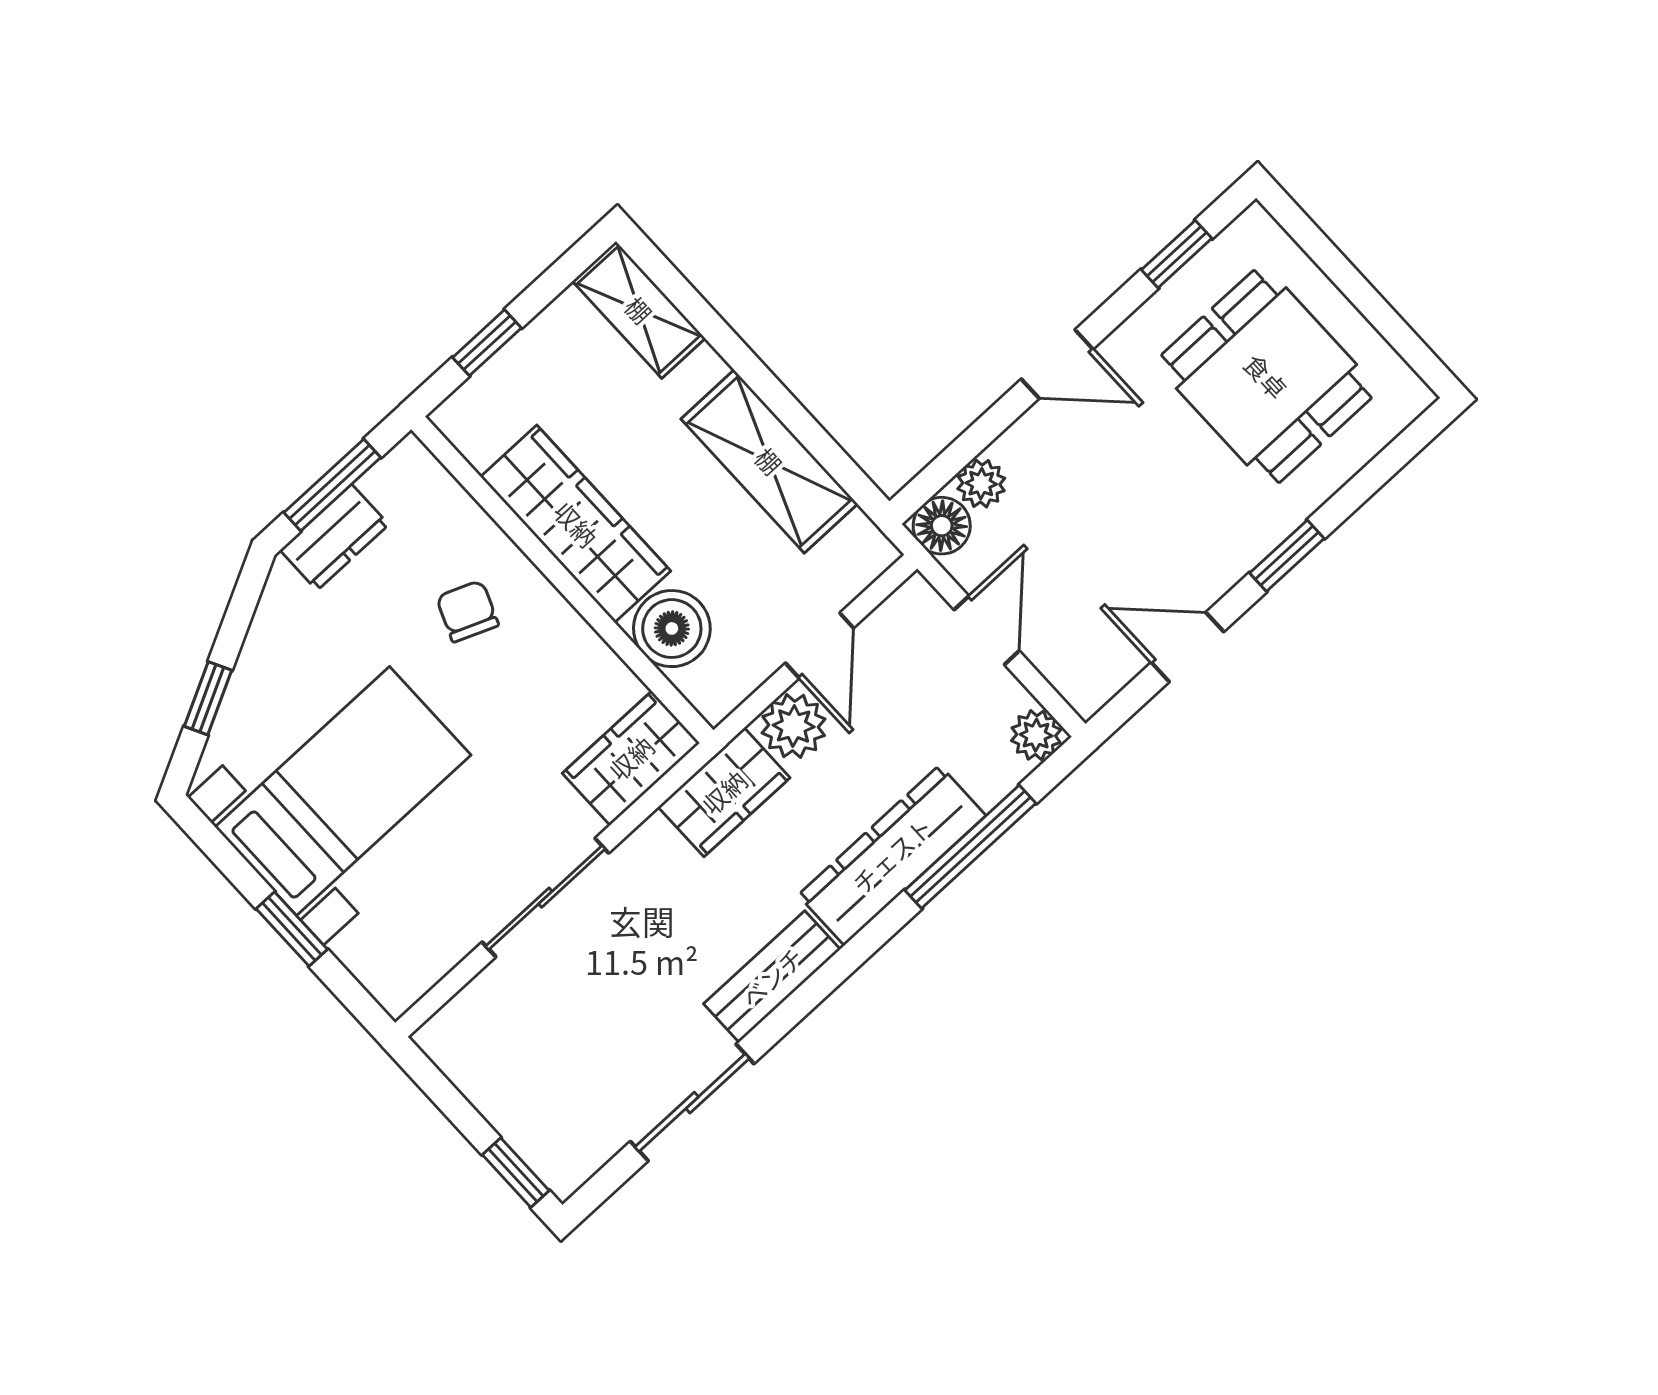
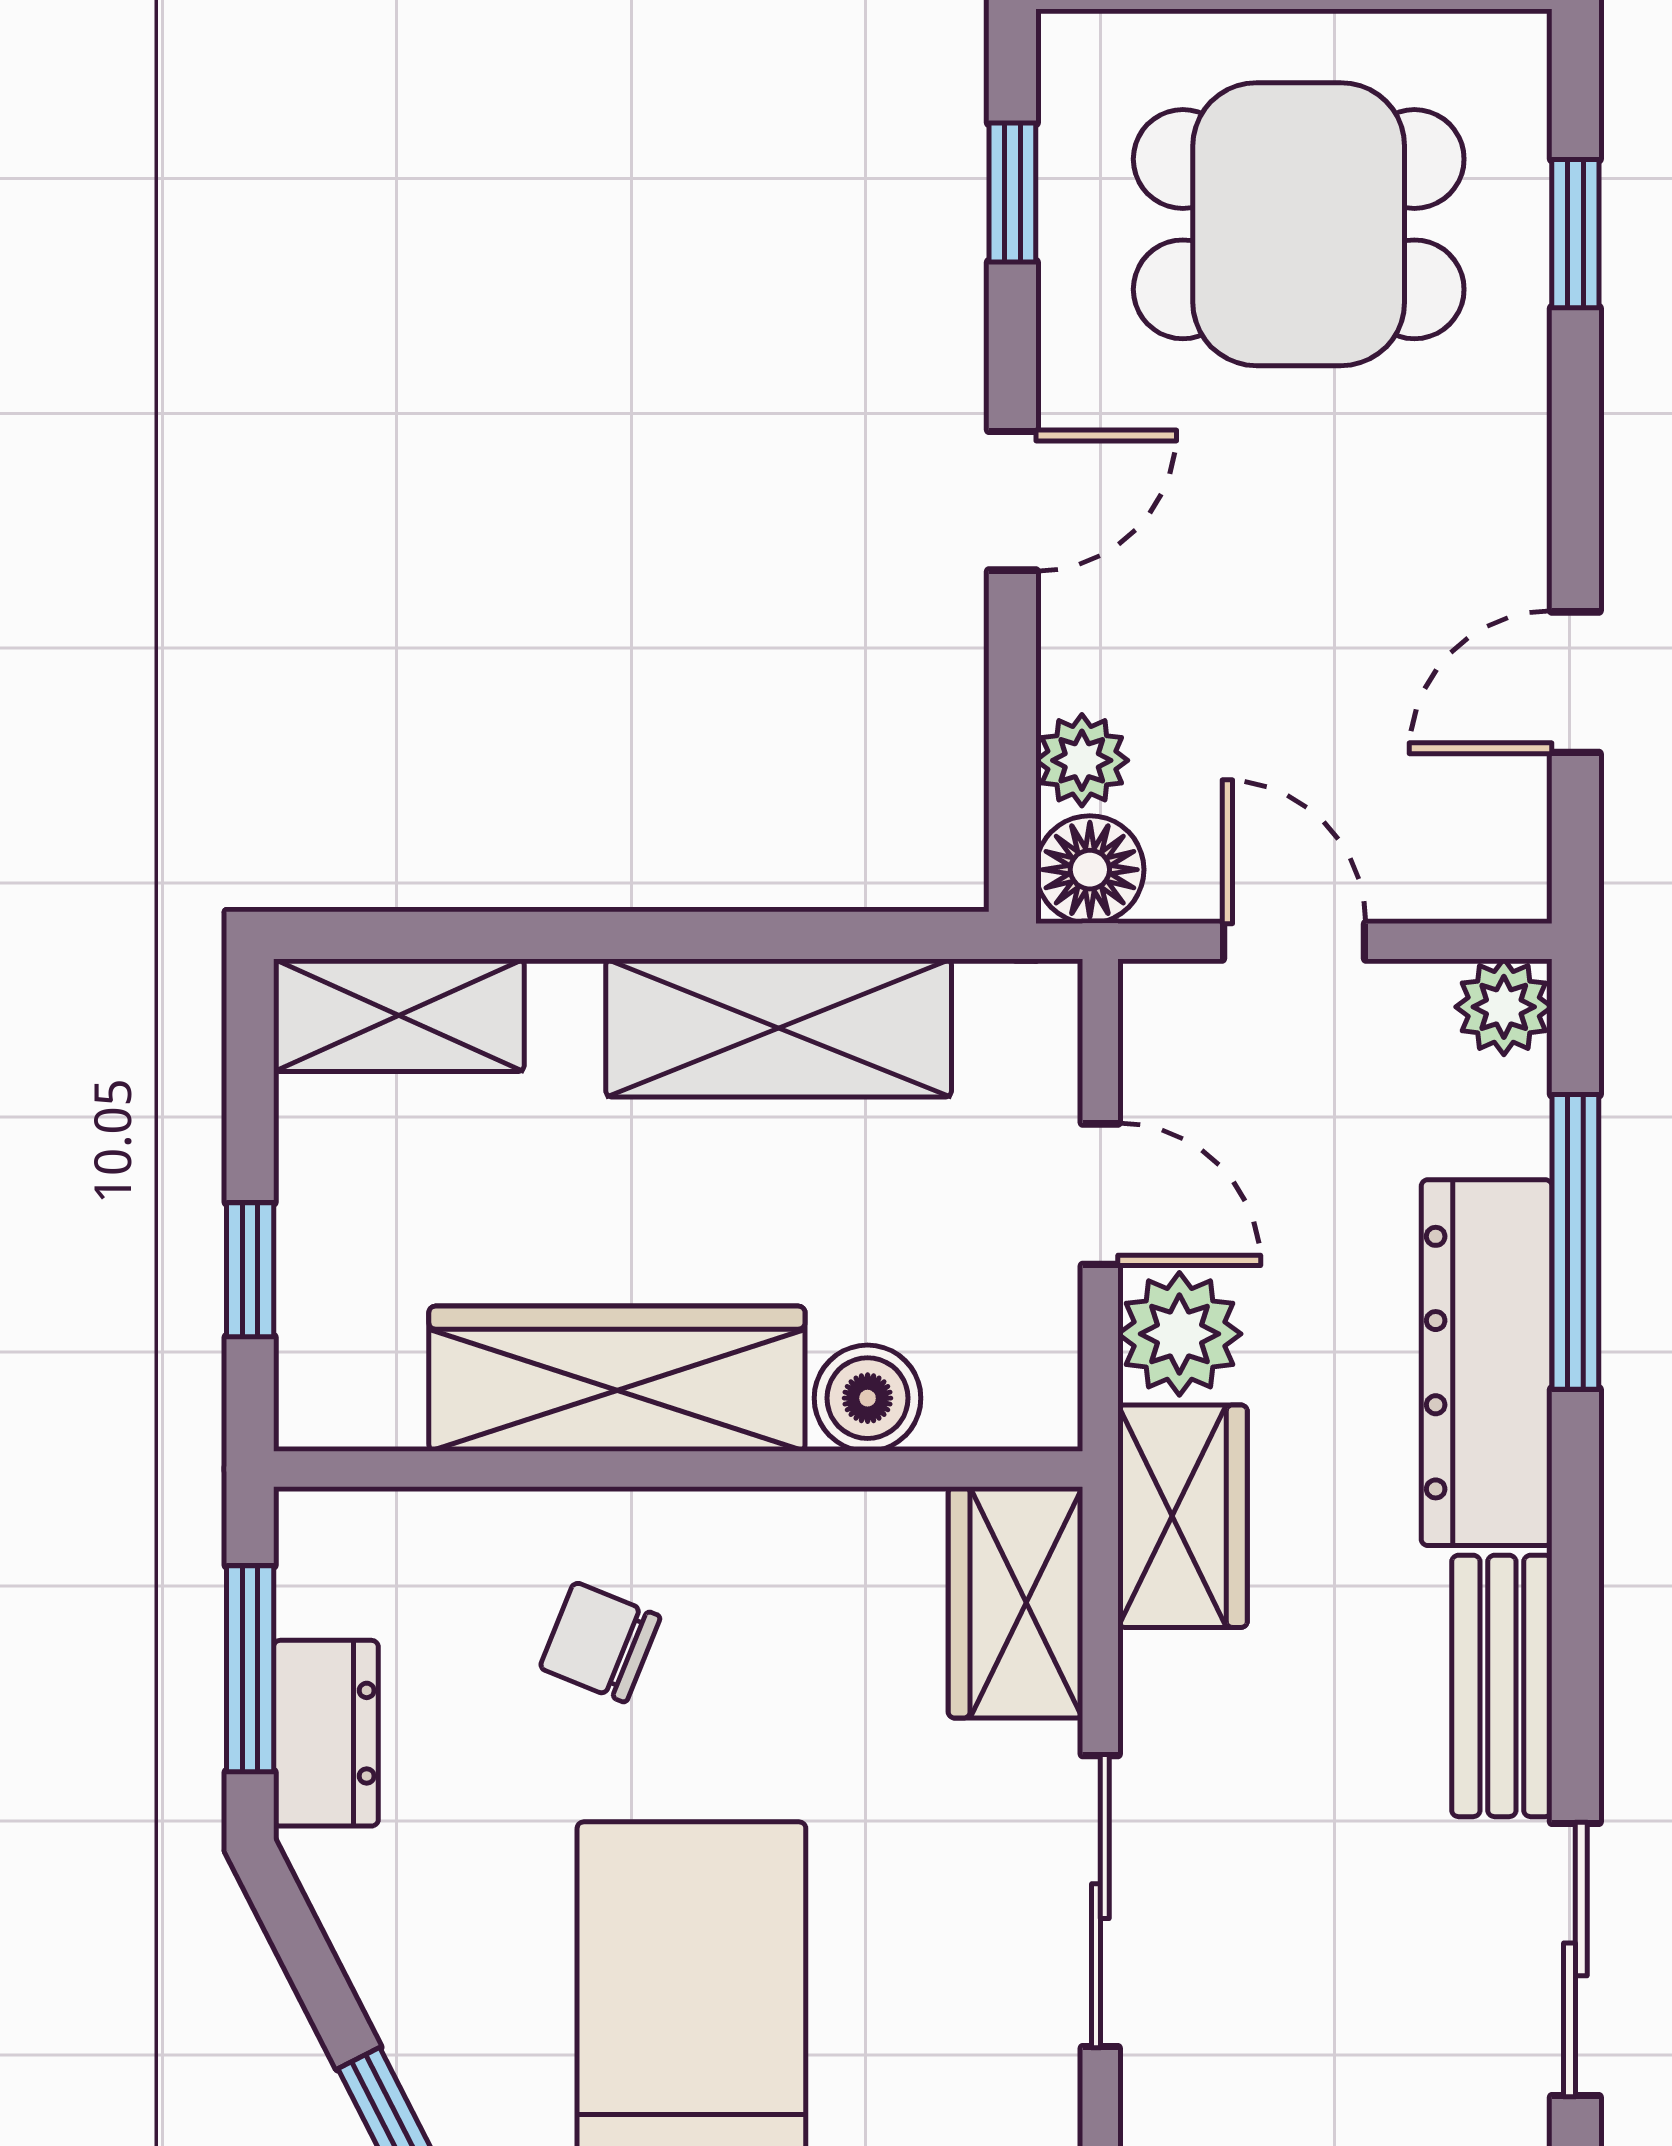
window: (1287, 556) -> (1575, 234), moved
boiler: (672, 629) -> (868, 1398), width x0.73, depth x0.73

